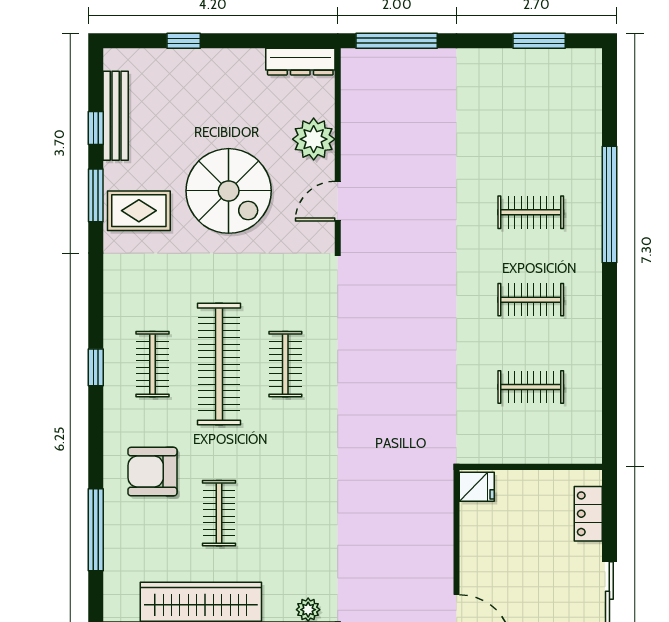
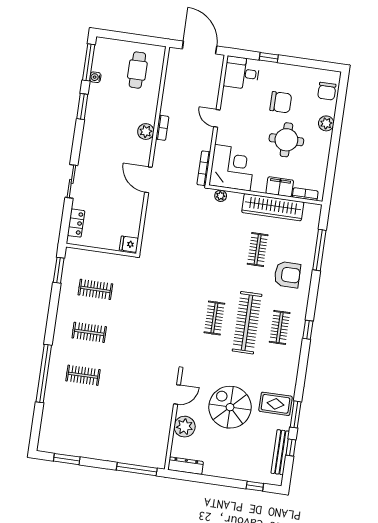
window: (184, 41) -> (255, 486), moved
window: (609, 415) -> (59, 270), added

